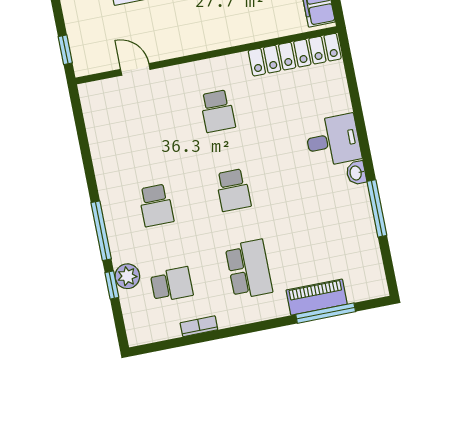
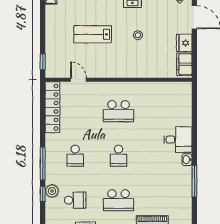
locker: (295, 55) -> (52, 107), moved, turned -90
school desk: (218, 111) -> (119, 111), width x1.85
school desk: (249, 269) -> (119, 200), turned 90

